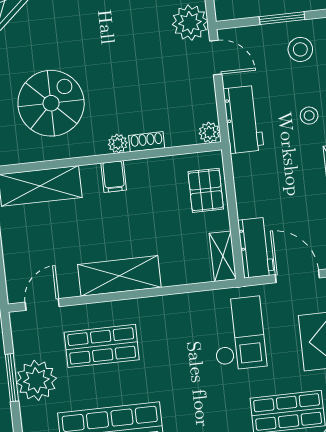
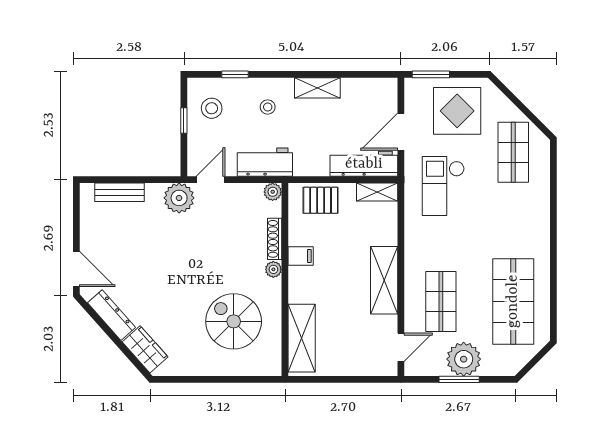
window: (282, 18) -> (184, 121), width x0.67
shoe rack: (147, 142) -> (275, 239), width x1.43
filing cabinet: (114, 177) -> (301, 256), moved
workbench: (256, 248) -> (364, 164), width x1.38
door: (42, 304) -> (401, 347), swing flipped
checkout: (239, 334) -> (443, 186), turned -90

